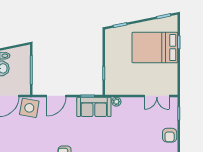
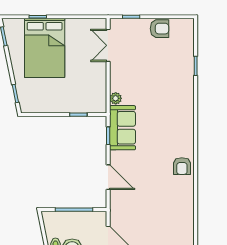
double door: (157, 96) -> (108, 45), swing flipped
side table: (29, 108) -> (124, 212), removed

